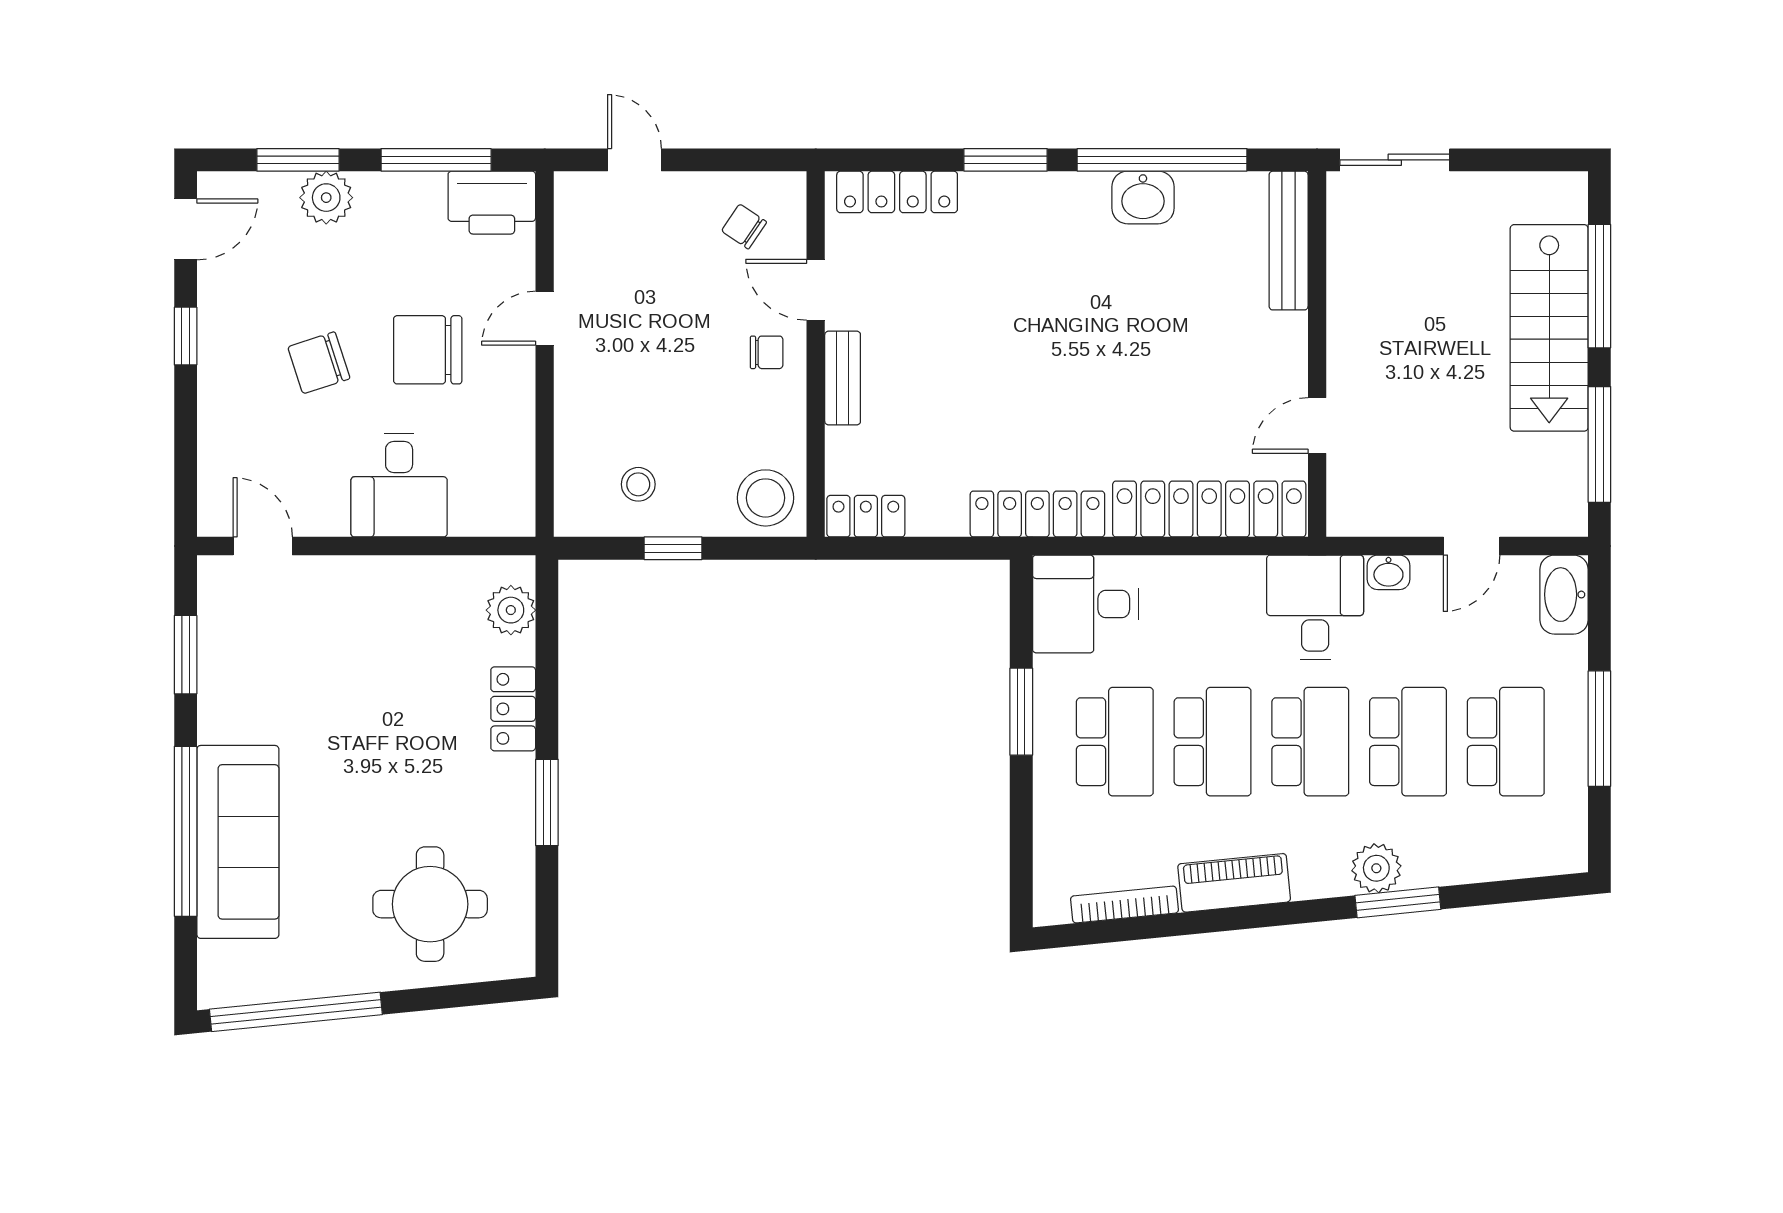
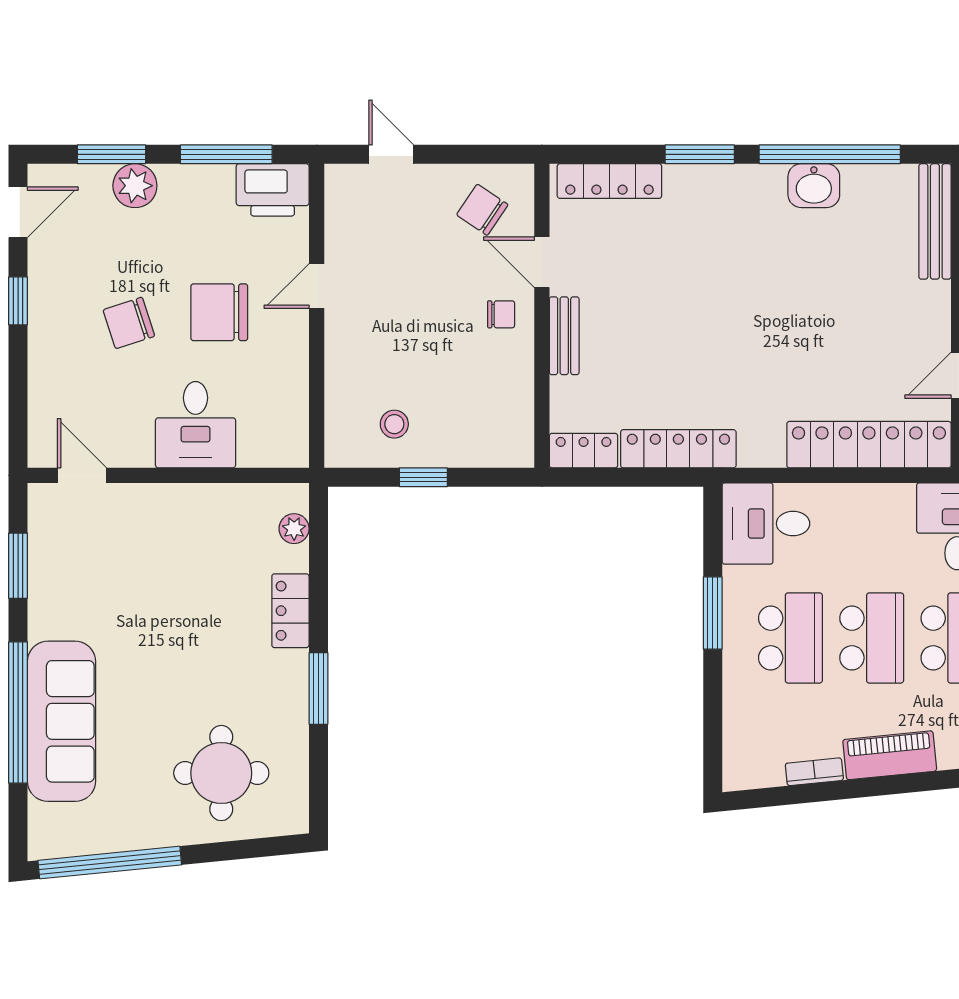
chair: (744, 226) -> (482, 210), width x1.37, depth x1.37
stool: (766, 498) -> (500, 435), removed
locker: (1037, 514) -> (678, 449), moved
plant: (511, 610) -> (294, 529), width x0.73, depth x0.73
bookcase: (1124, 905) -> (814, 772), width x0.64

